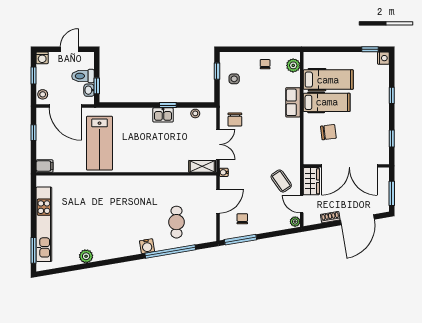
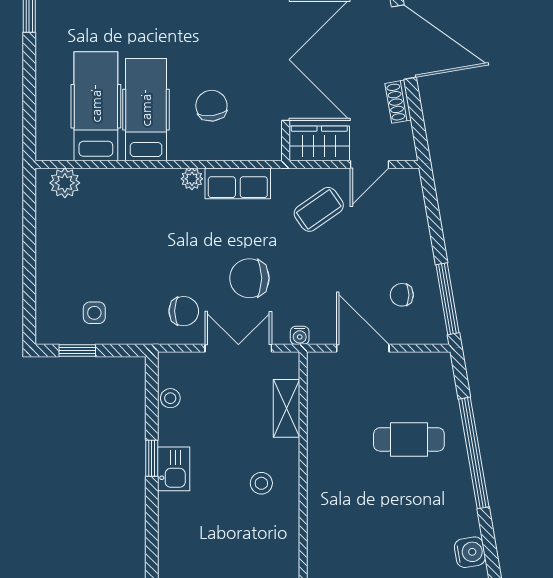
chair: (265, 64) -> (249, 278), moved, width x1.87, depth x1.87
row of seats: (293, 102) -> (238, 183), moved
stool: (157, 155) -> (261, 483), added
shelving: (202, 166) -> (286, 408), moved
plant: (295, 222) -> (192, 179), moved
water cooler: (147, 246) -> (470, 552), moved

